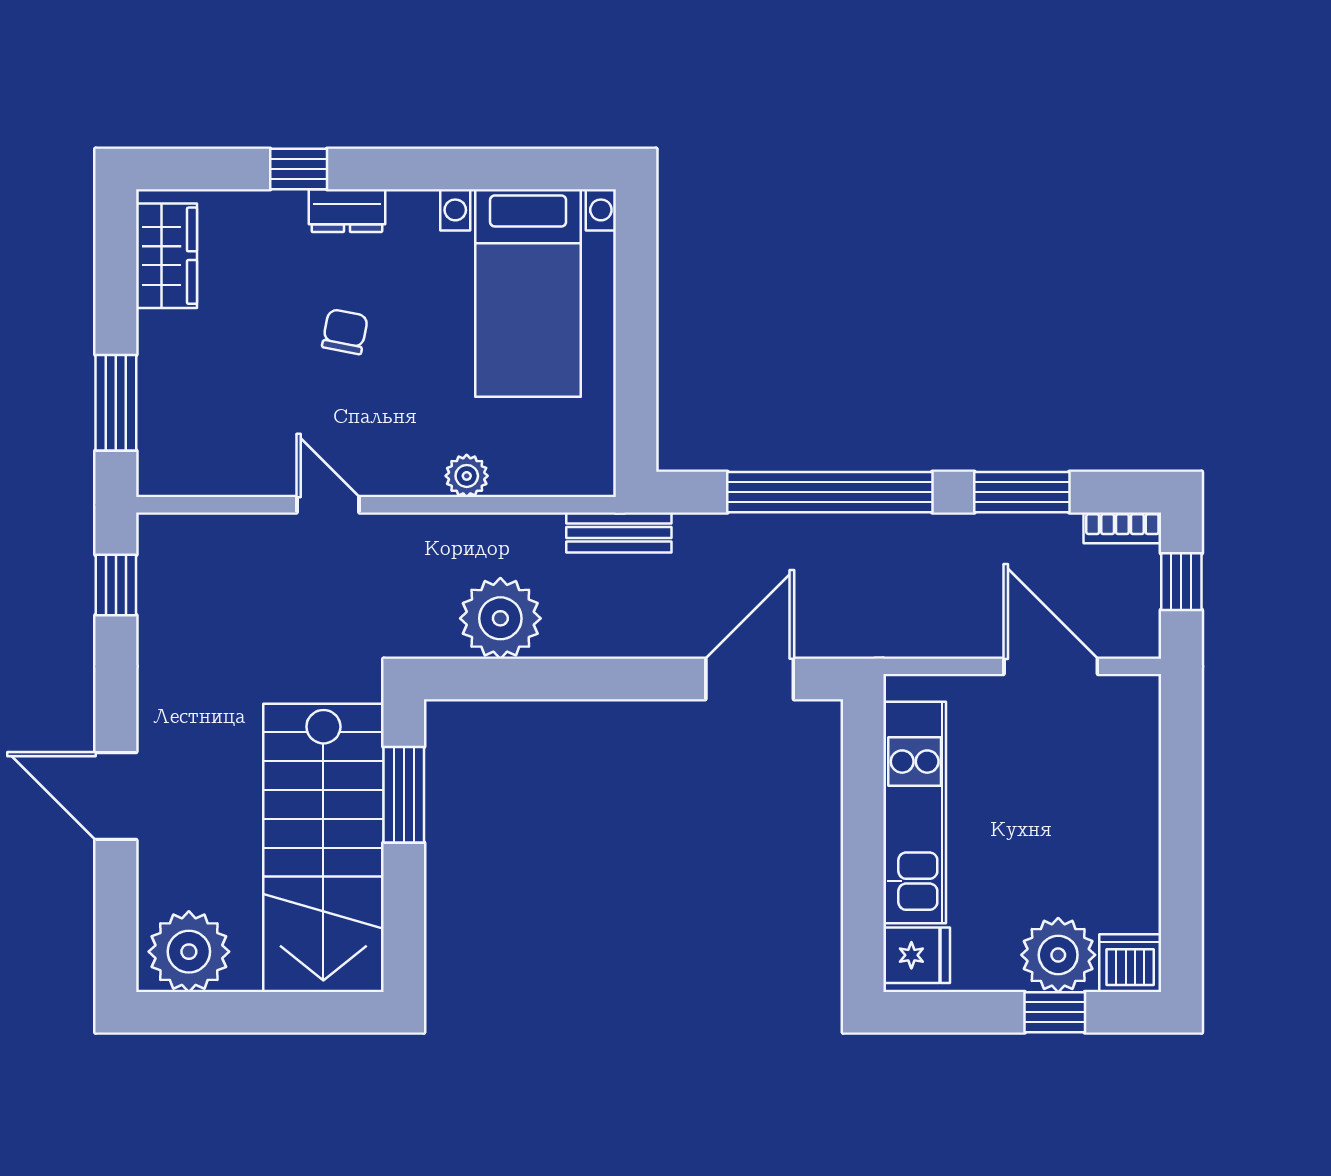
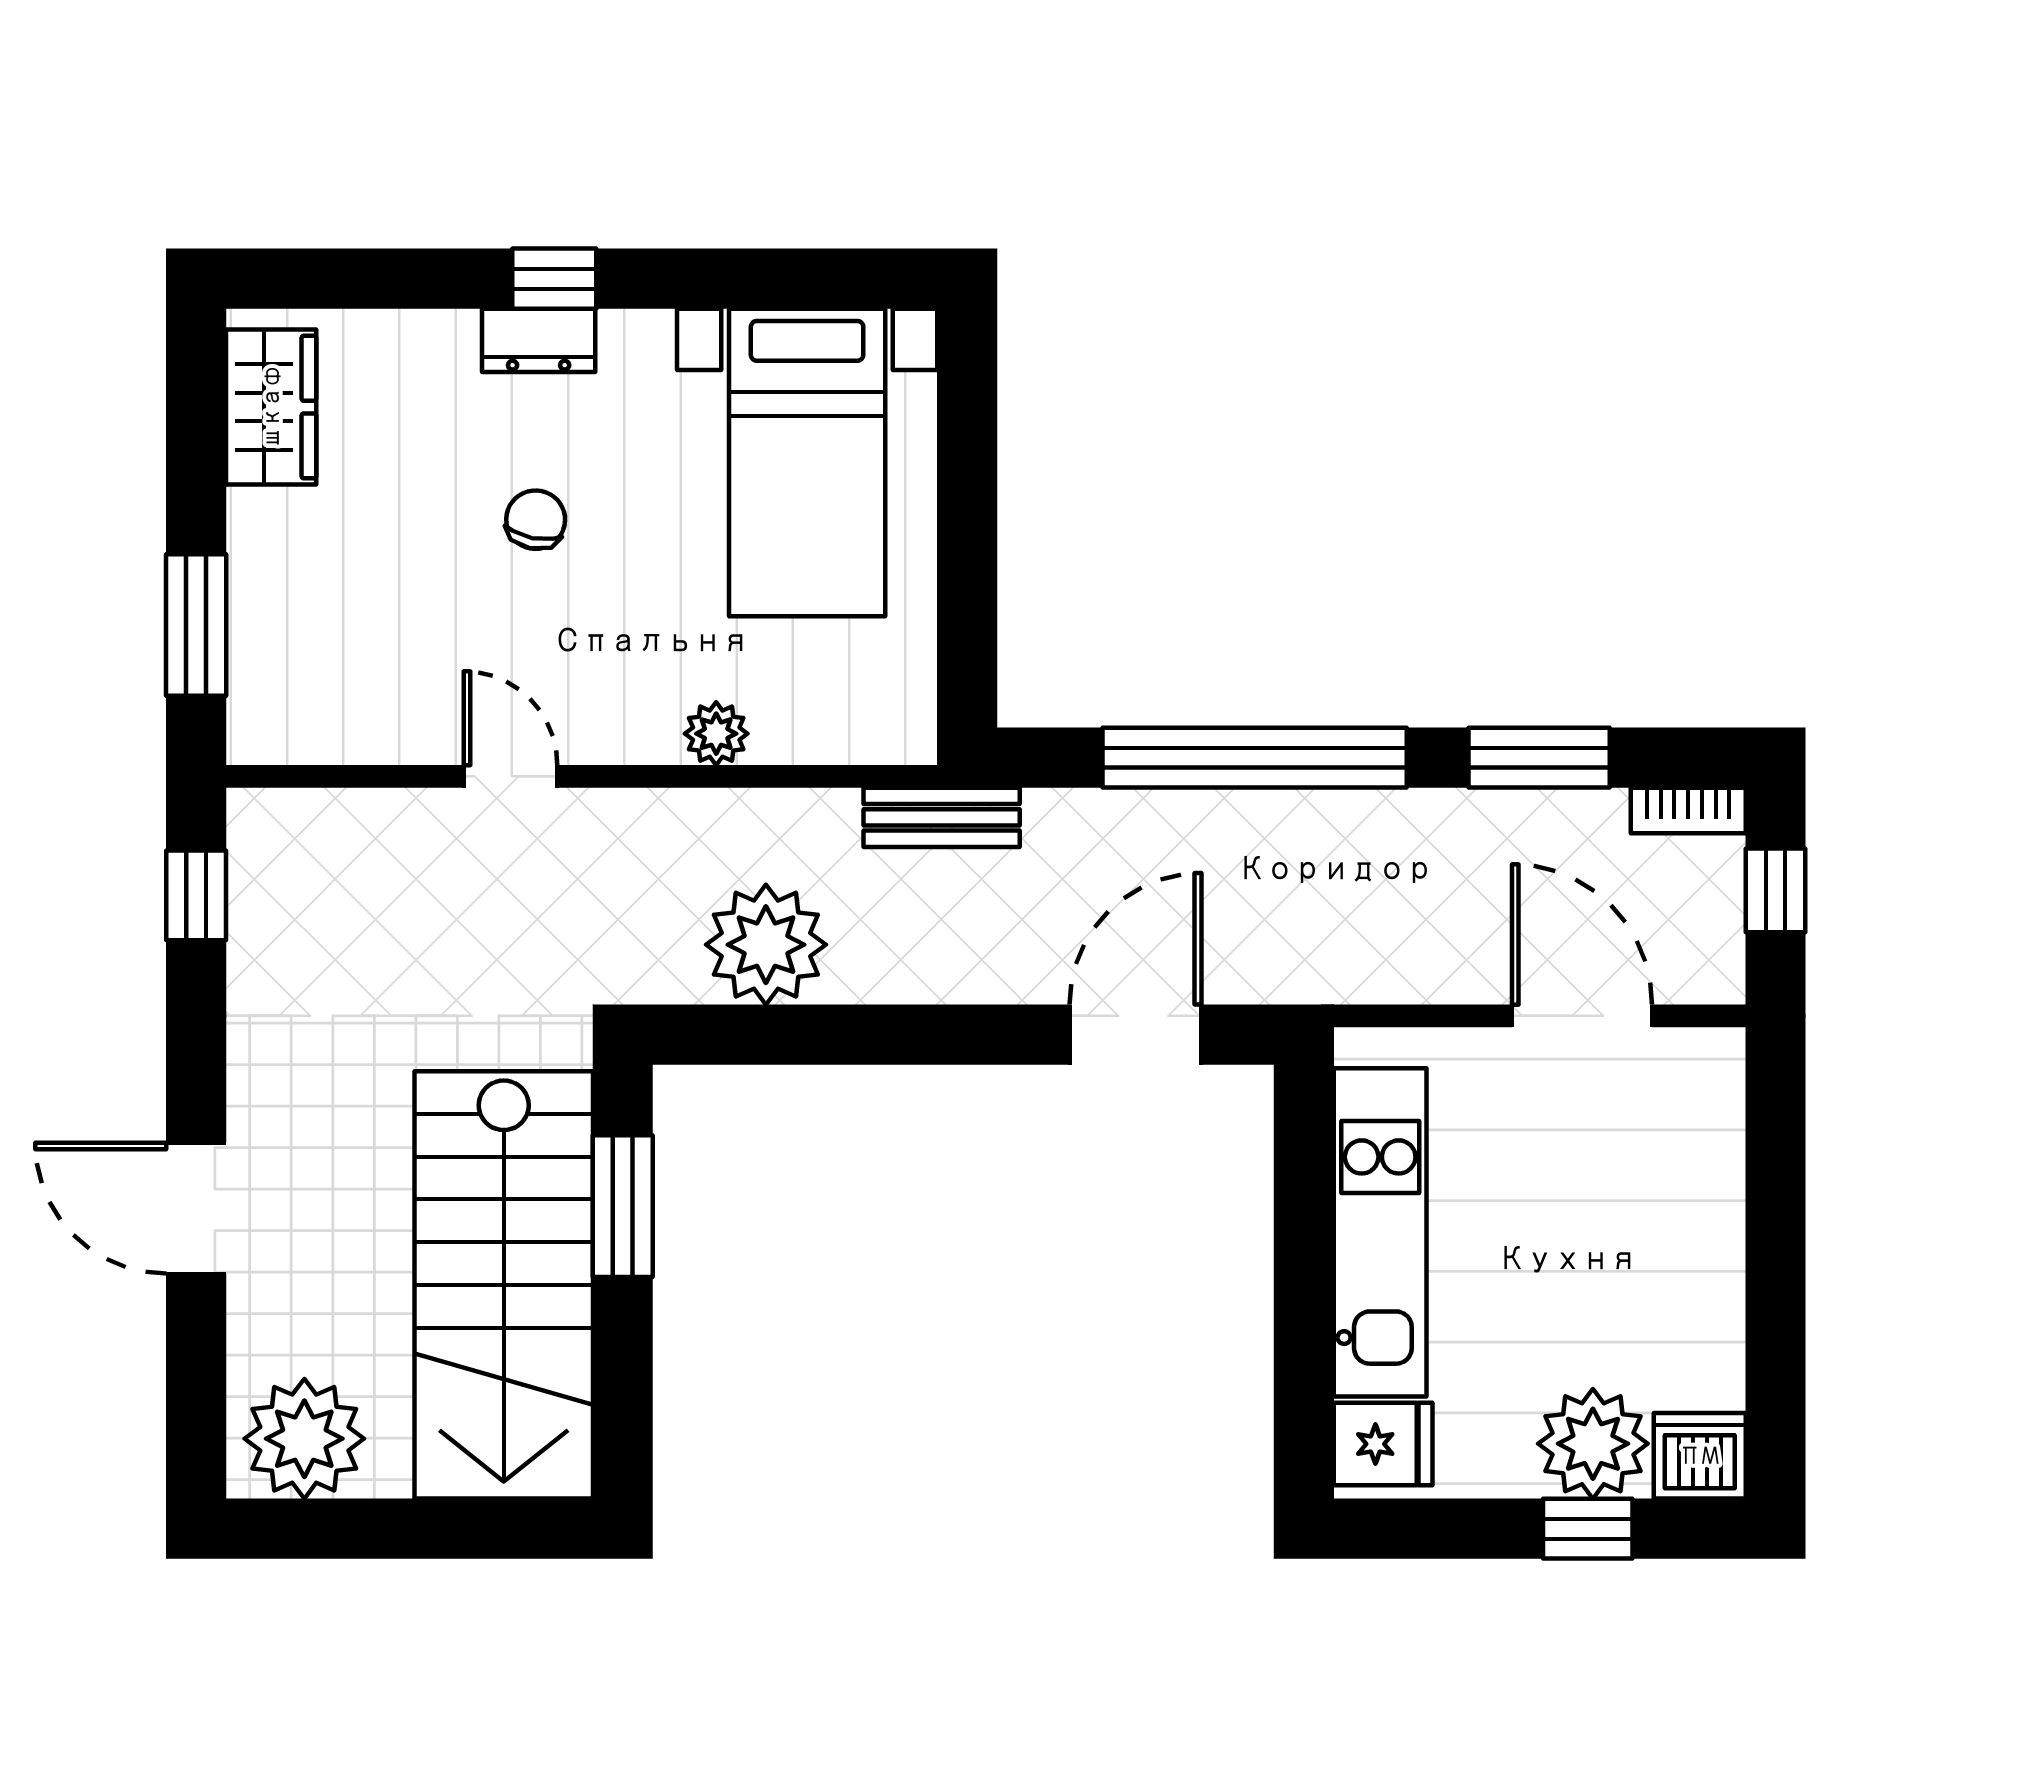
window: (299, 169) -> (554, 279), moved

